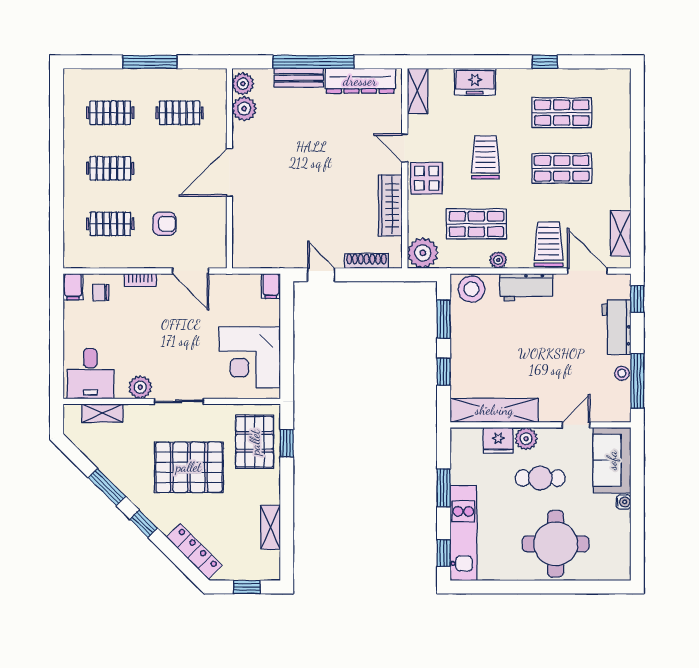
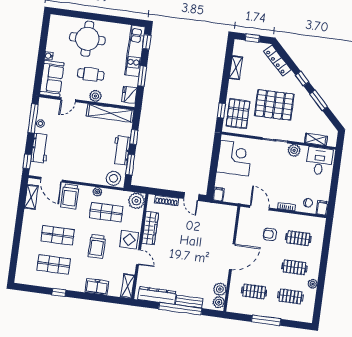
plant: (72, 142) -> (313, 284), added
workbench: (526, 287) -> (121, 150), moved, turned -90
fridge: (498, 440) -> (129, 95), moved, turned -90

